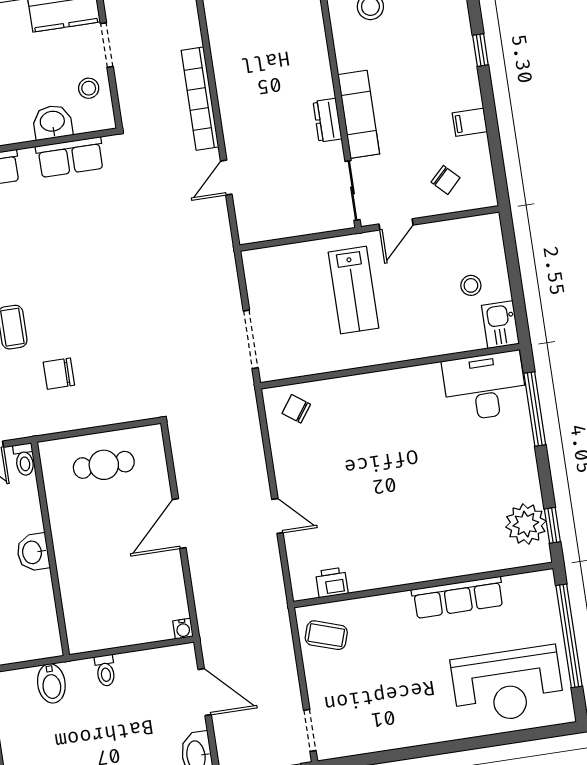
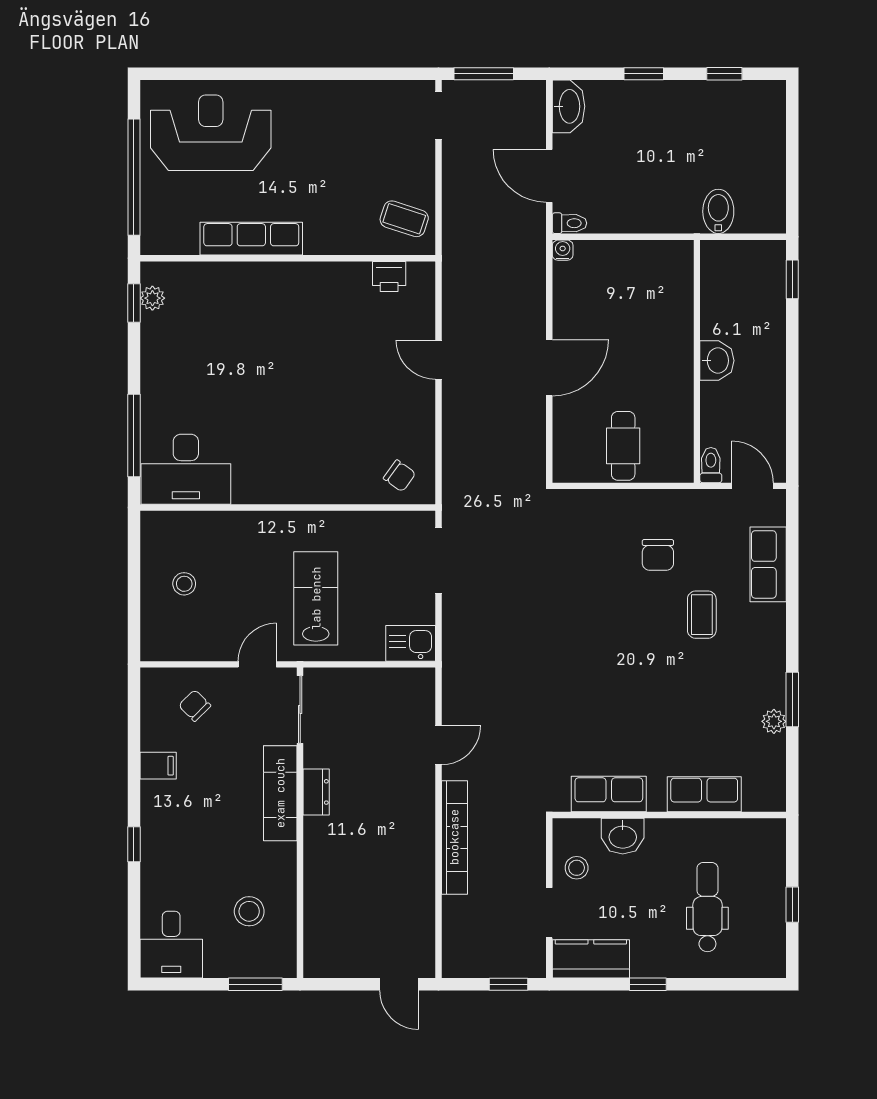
kitchen sink: (500, 325) -> (411, 643), moved, turned -90
chair: (59, 374) -> (658, 555), turned 90
cafe table: (104, 465) -> (623, 446), turned 90
plant: (526, 524) -> (152, 298), width x0.53, depth x0.53
toilet: (105, 671) -> (569, 223), moved, turned 90

